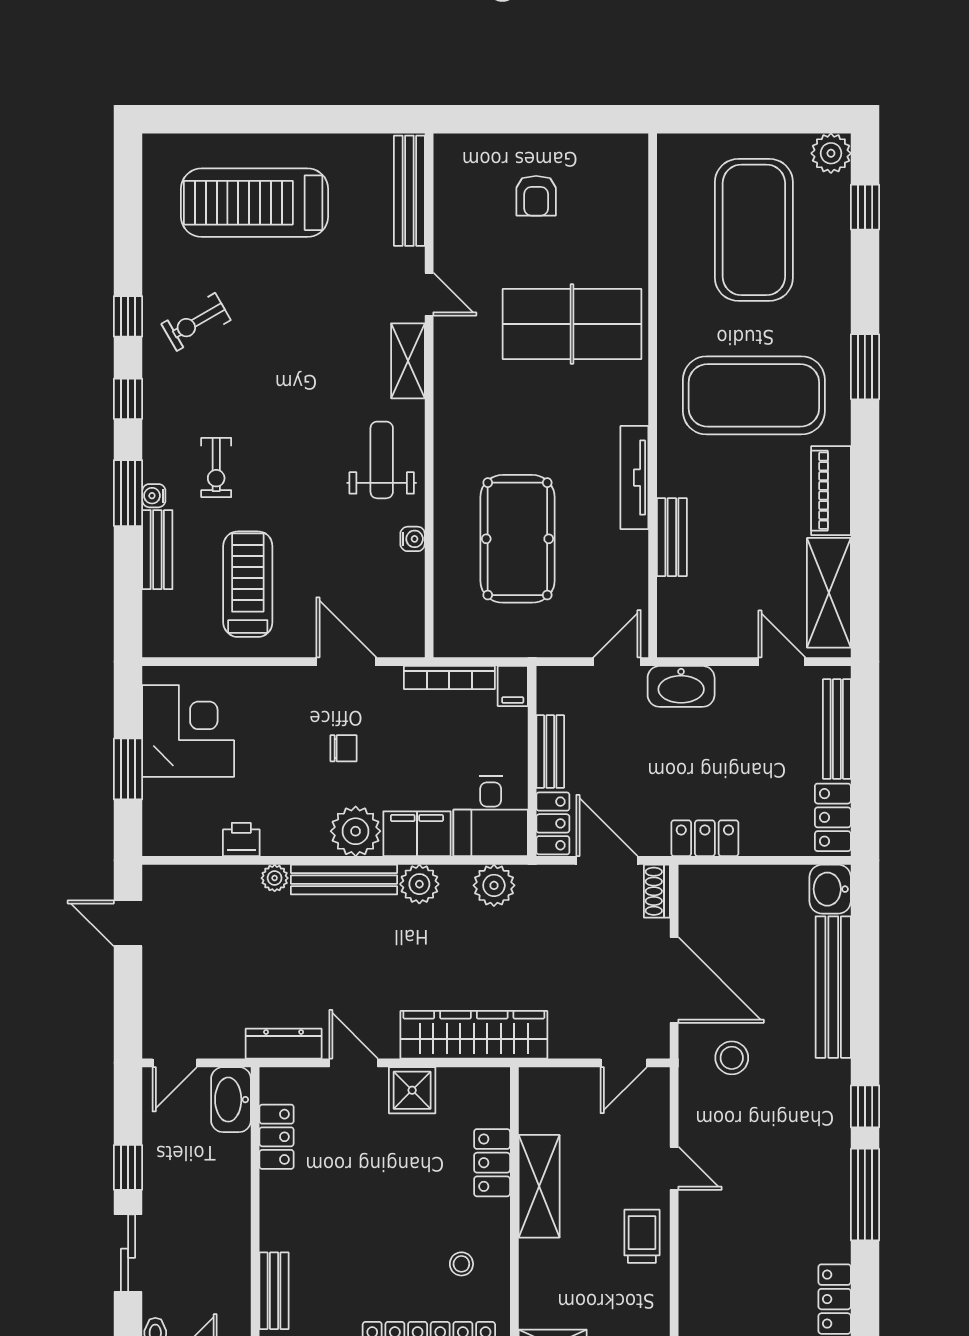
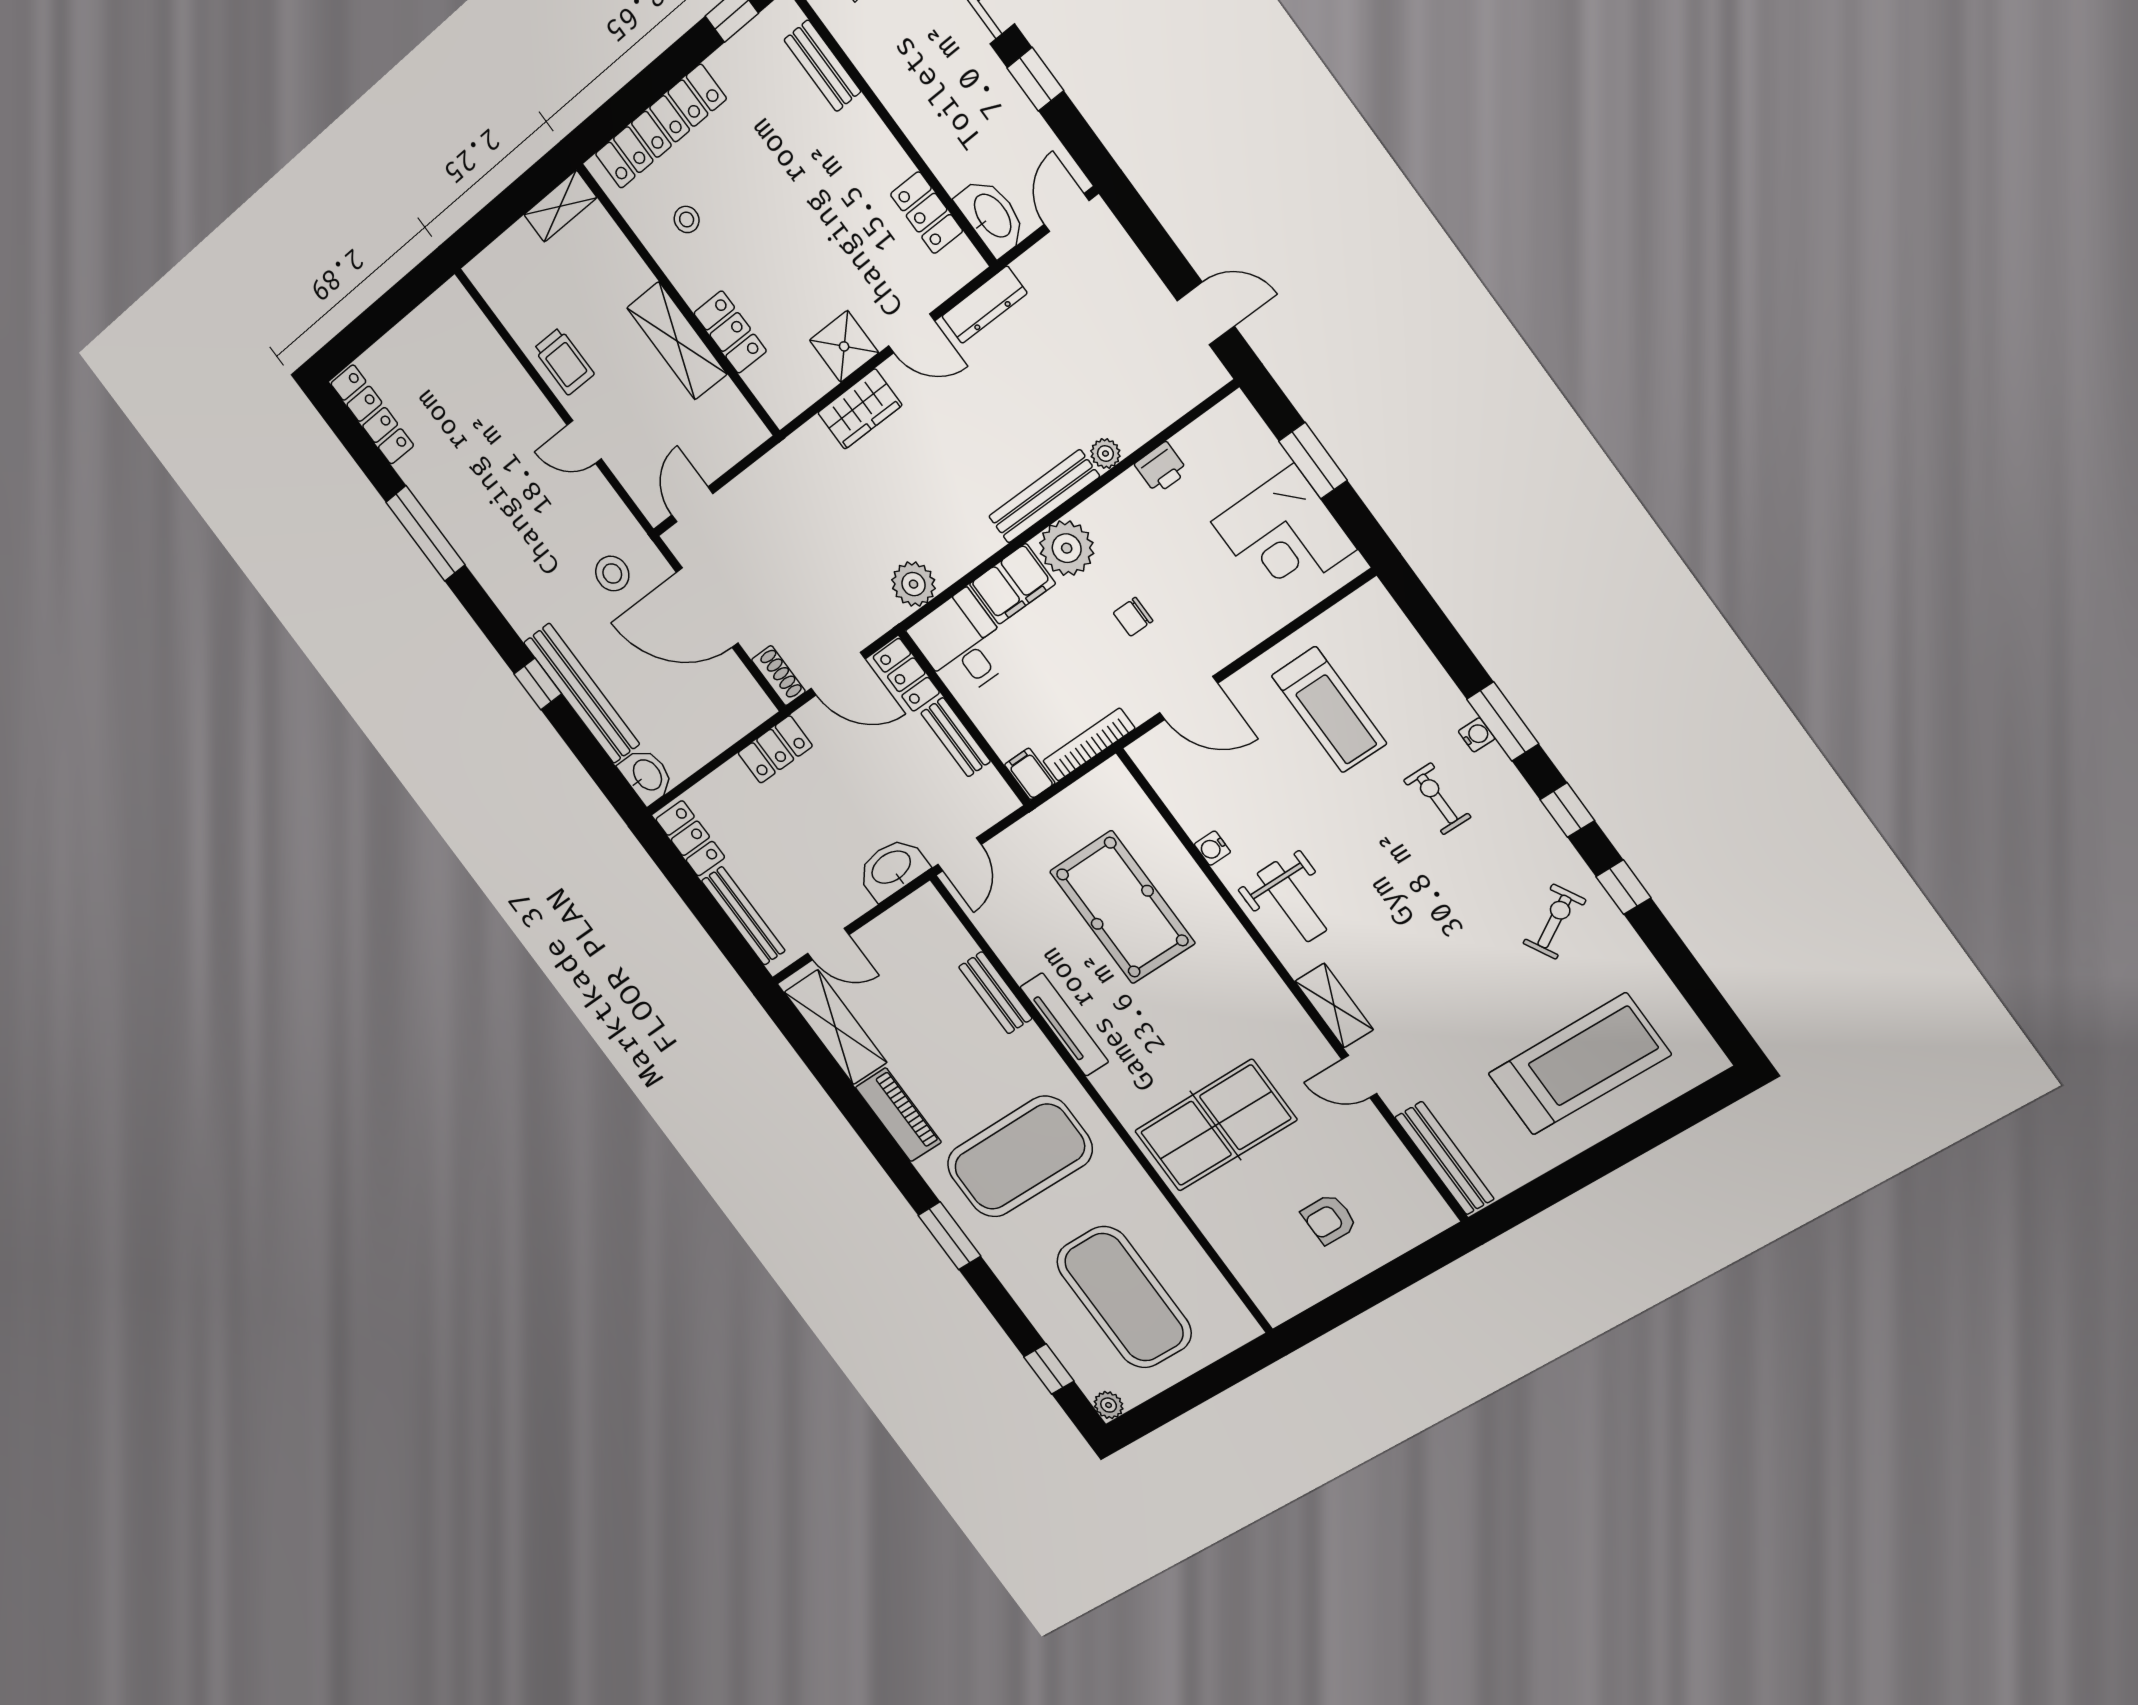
plant: (831, 153) -> (1109, 1405), width x0.73, depth x0.73
armchair: (536, 196) -> (1329, 1219), turned -90
bench: (157, 550) -> (1436, 686), removed
plant: (419, 884) -> (977, 540), removed
wardrobe: (474, 1035) -> (860, 409), width x0.48, depth x0.85
window: (865, 1106) -> (538, 684), moved

